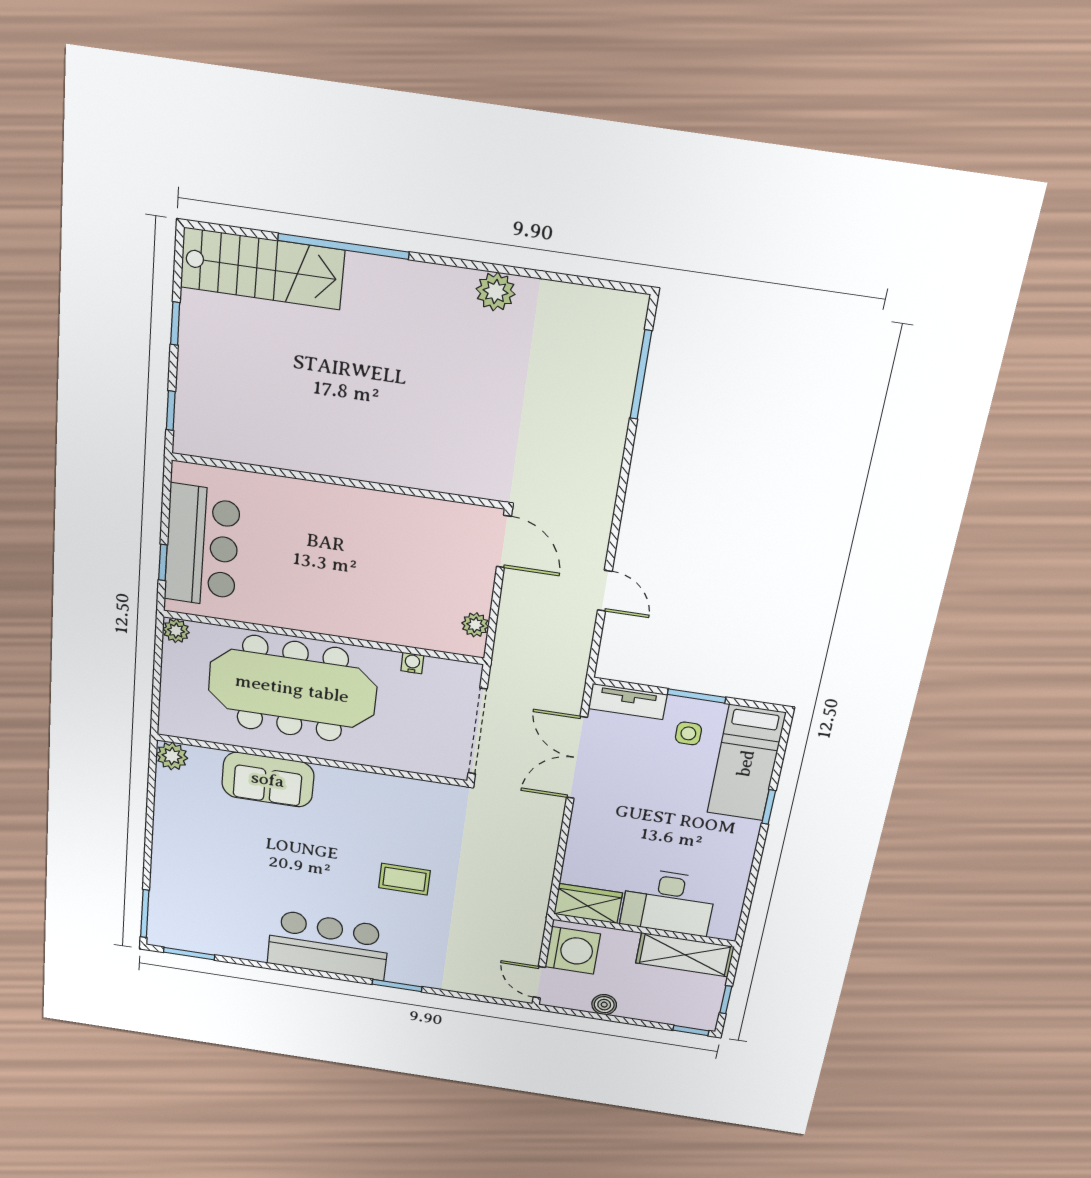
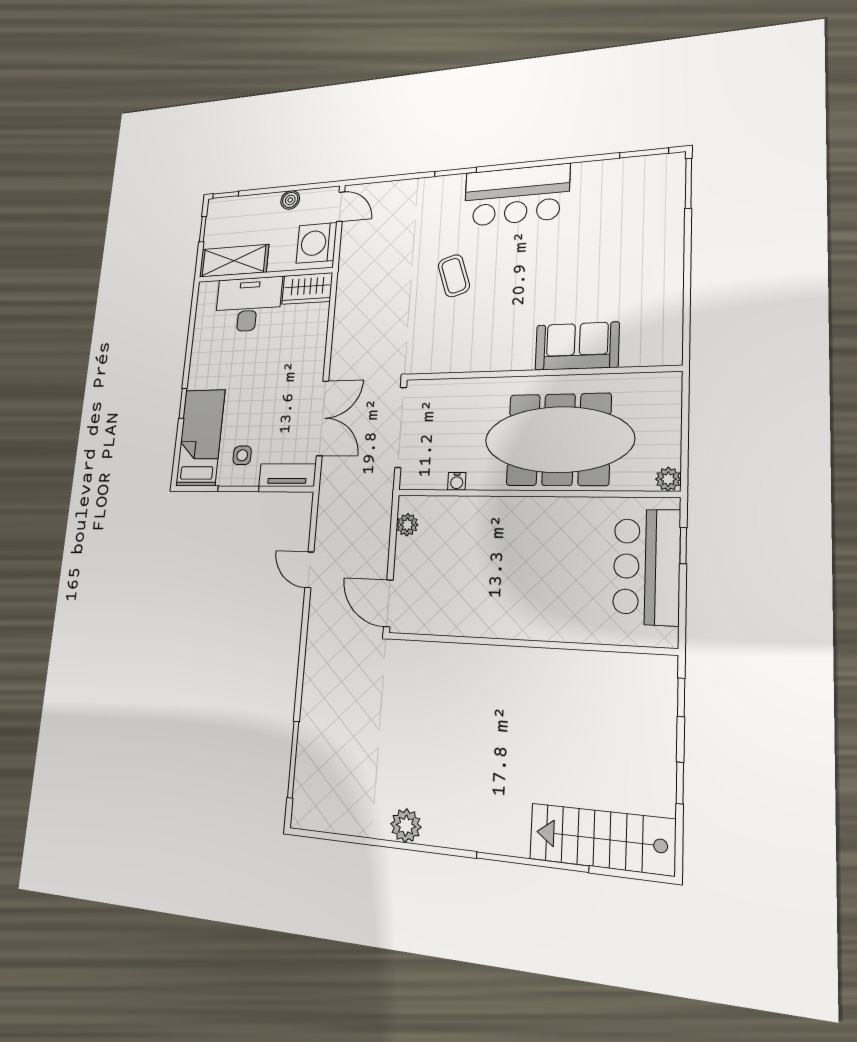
plant: (172, 756) -> (668, 352), removed
coffee table: (404, 879) -> (454, 276), turned 72

